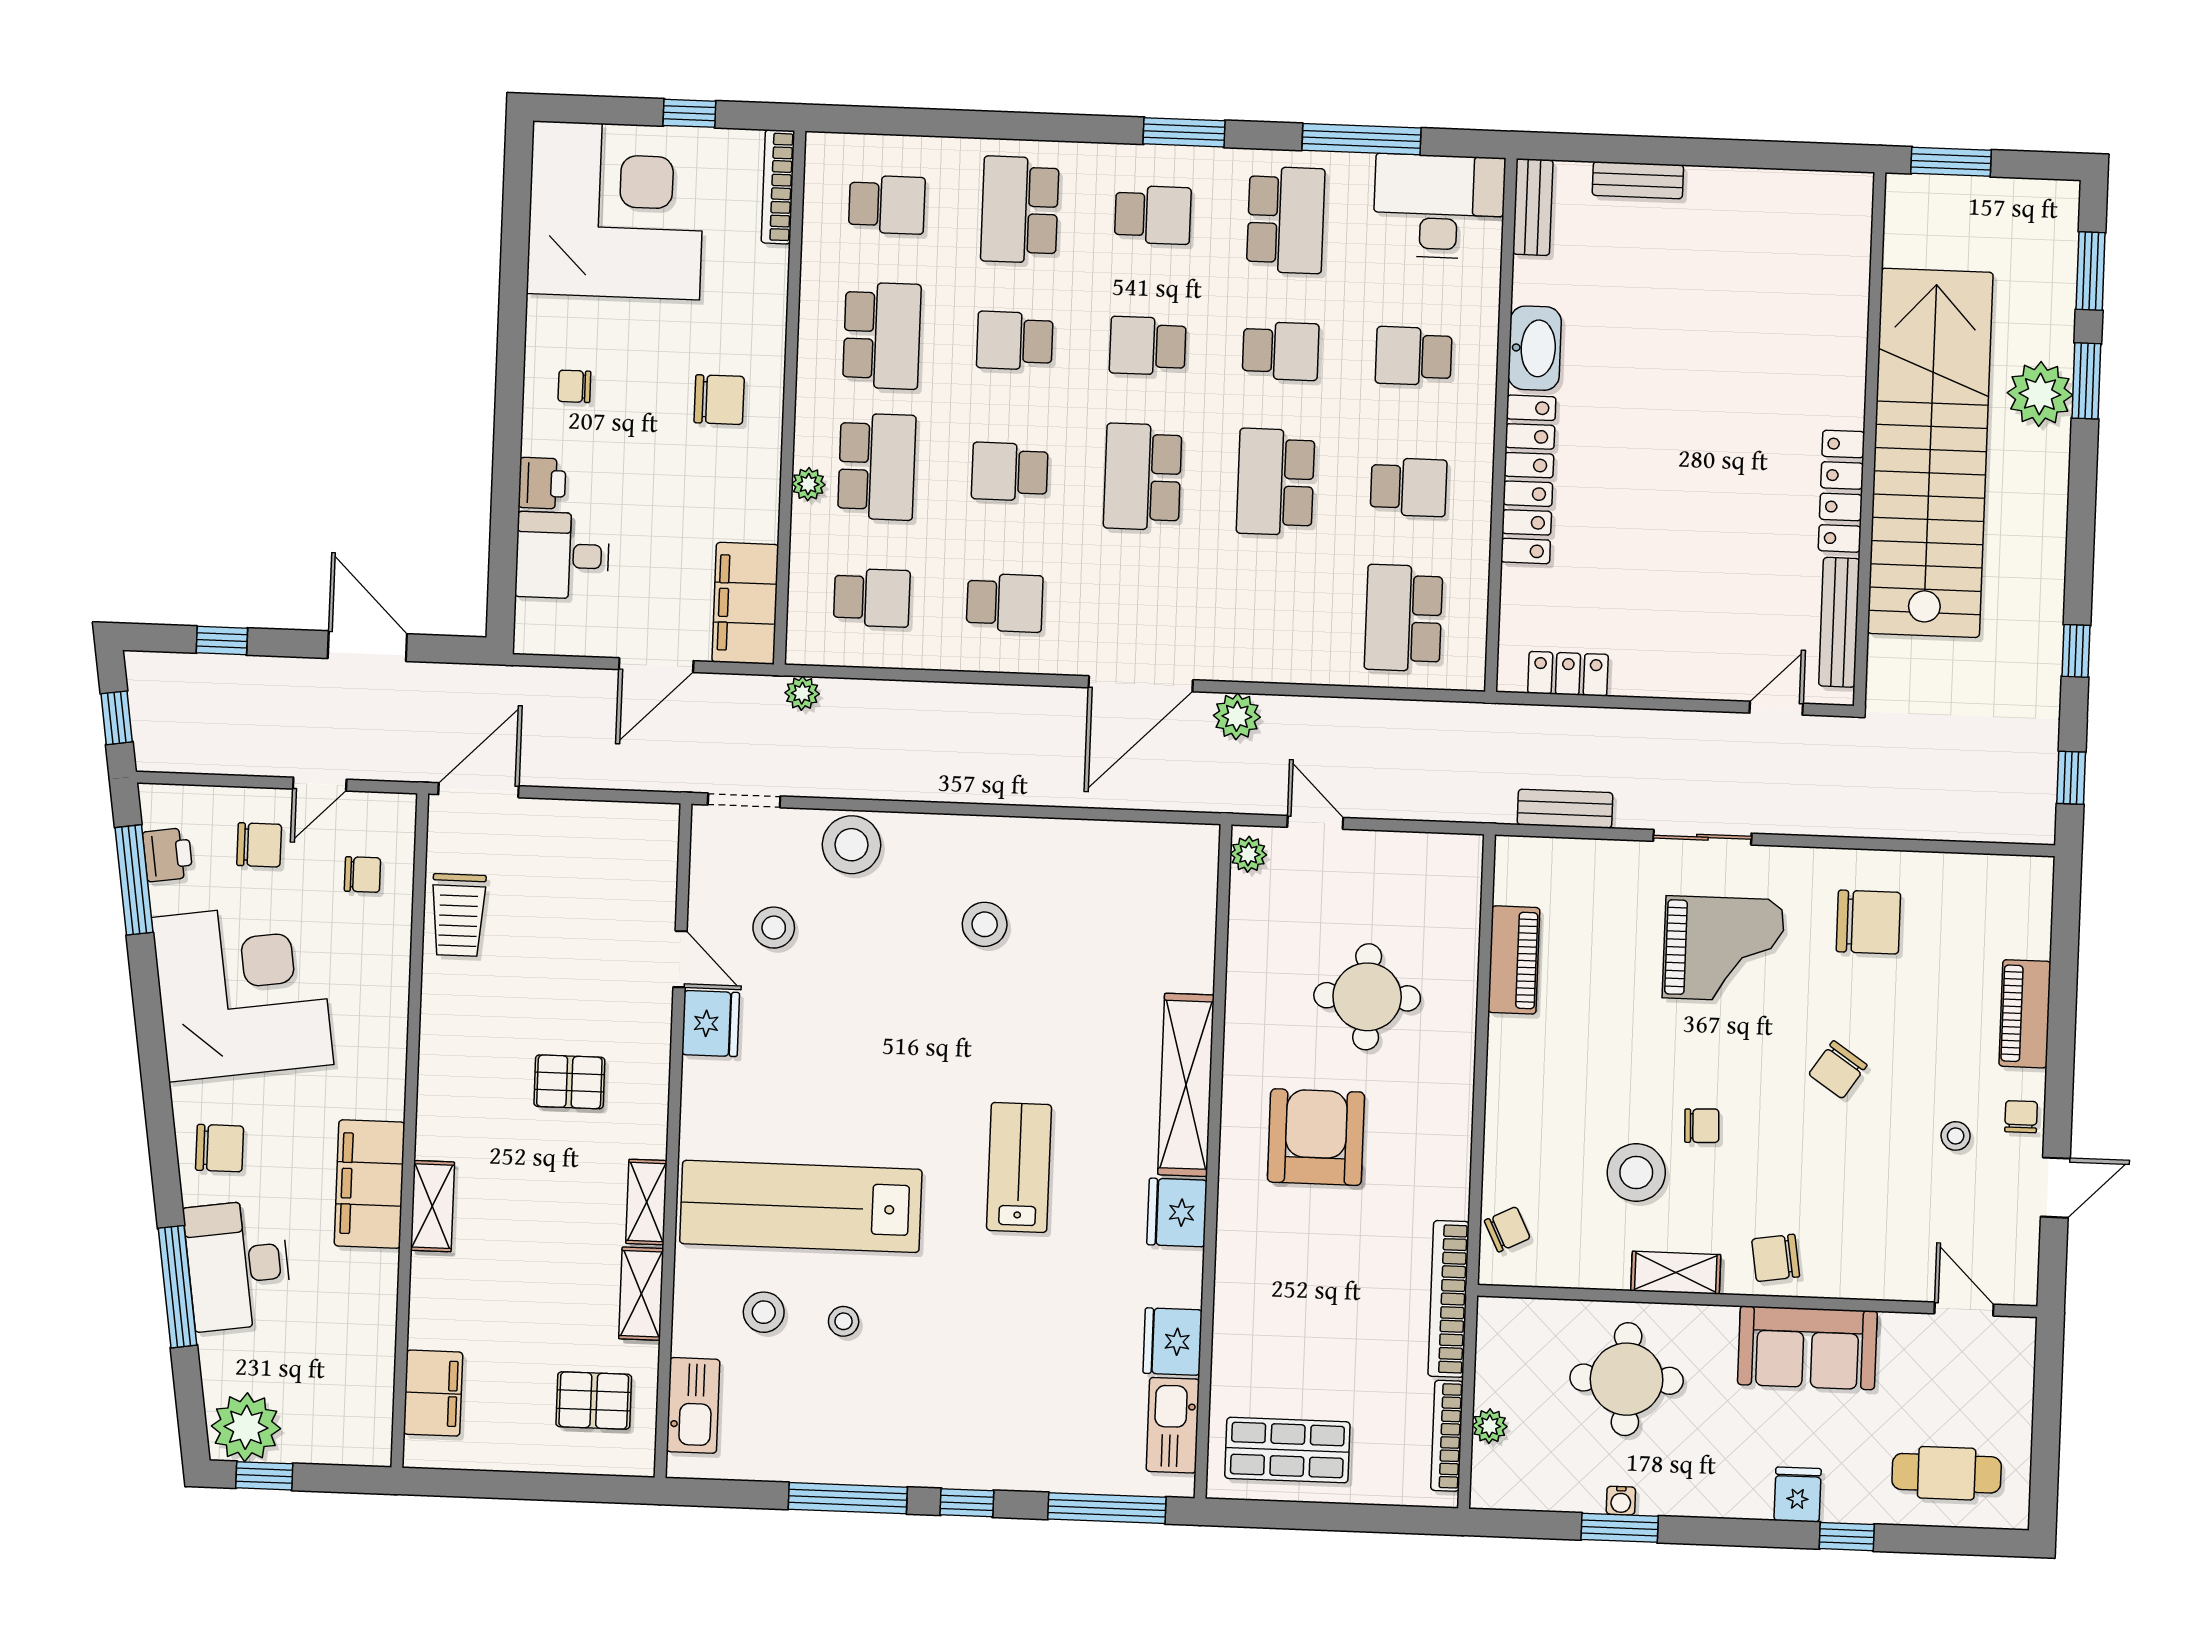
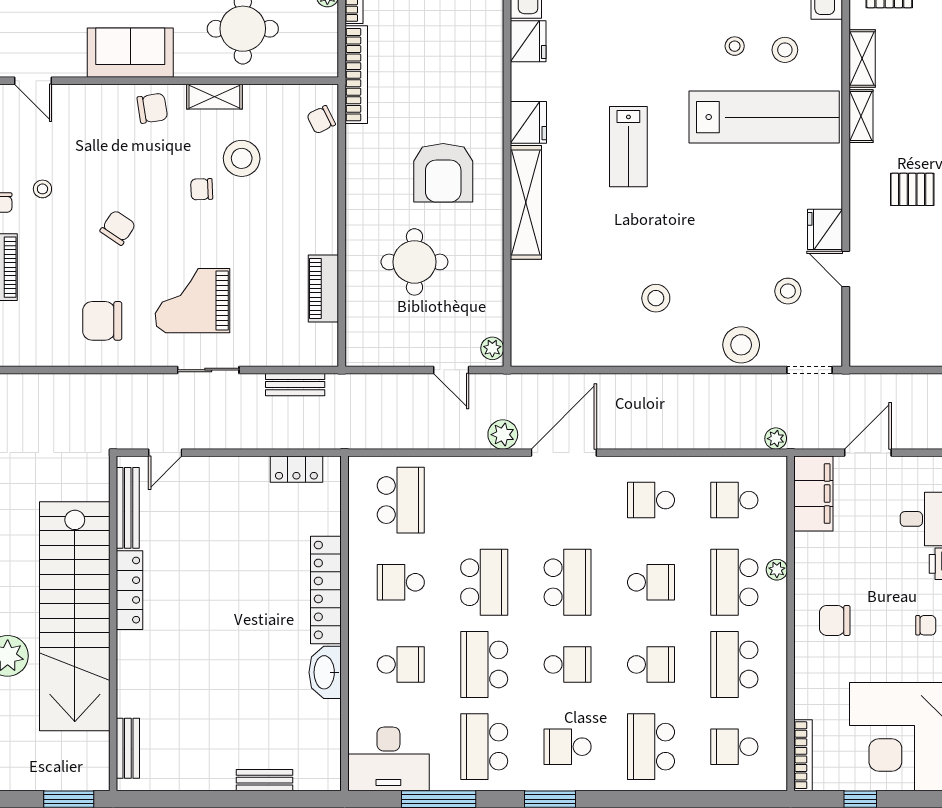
bench: (1533, 207) -> (128, 748), moved
school desk: (1020, 210) -> (651, 747), turned 180
school desk: (1281, 351) -> (484, 664), width x1.85

